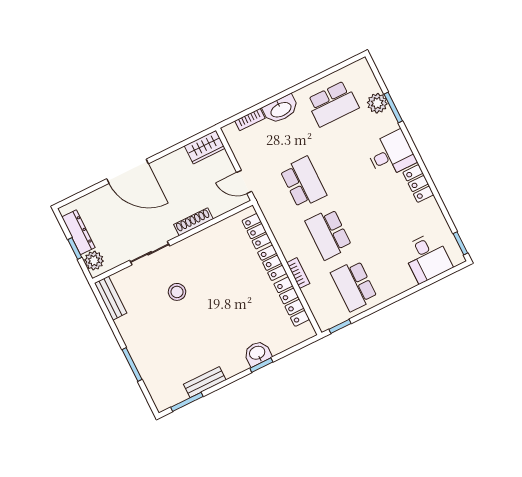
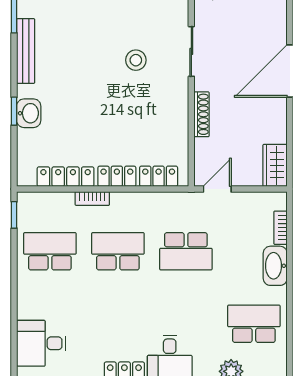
school desk: (333, 104) -> (254, 324), turned 90
bench: (205, 382) -> (26, 51), width x1.36

